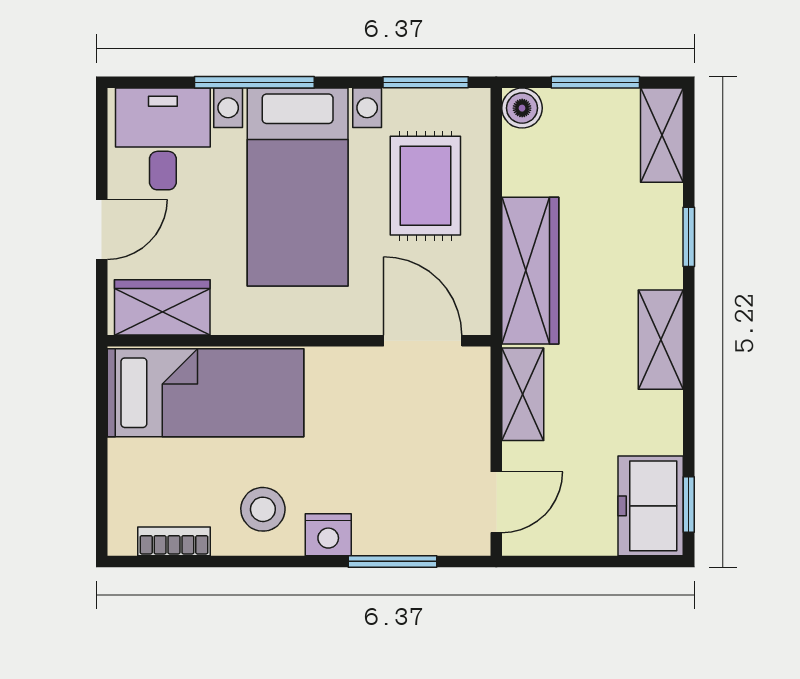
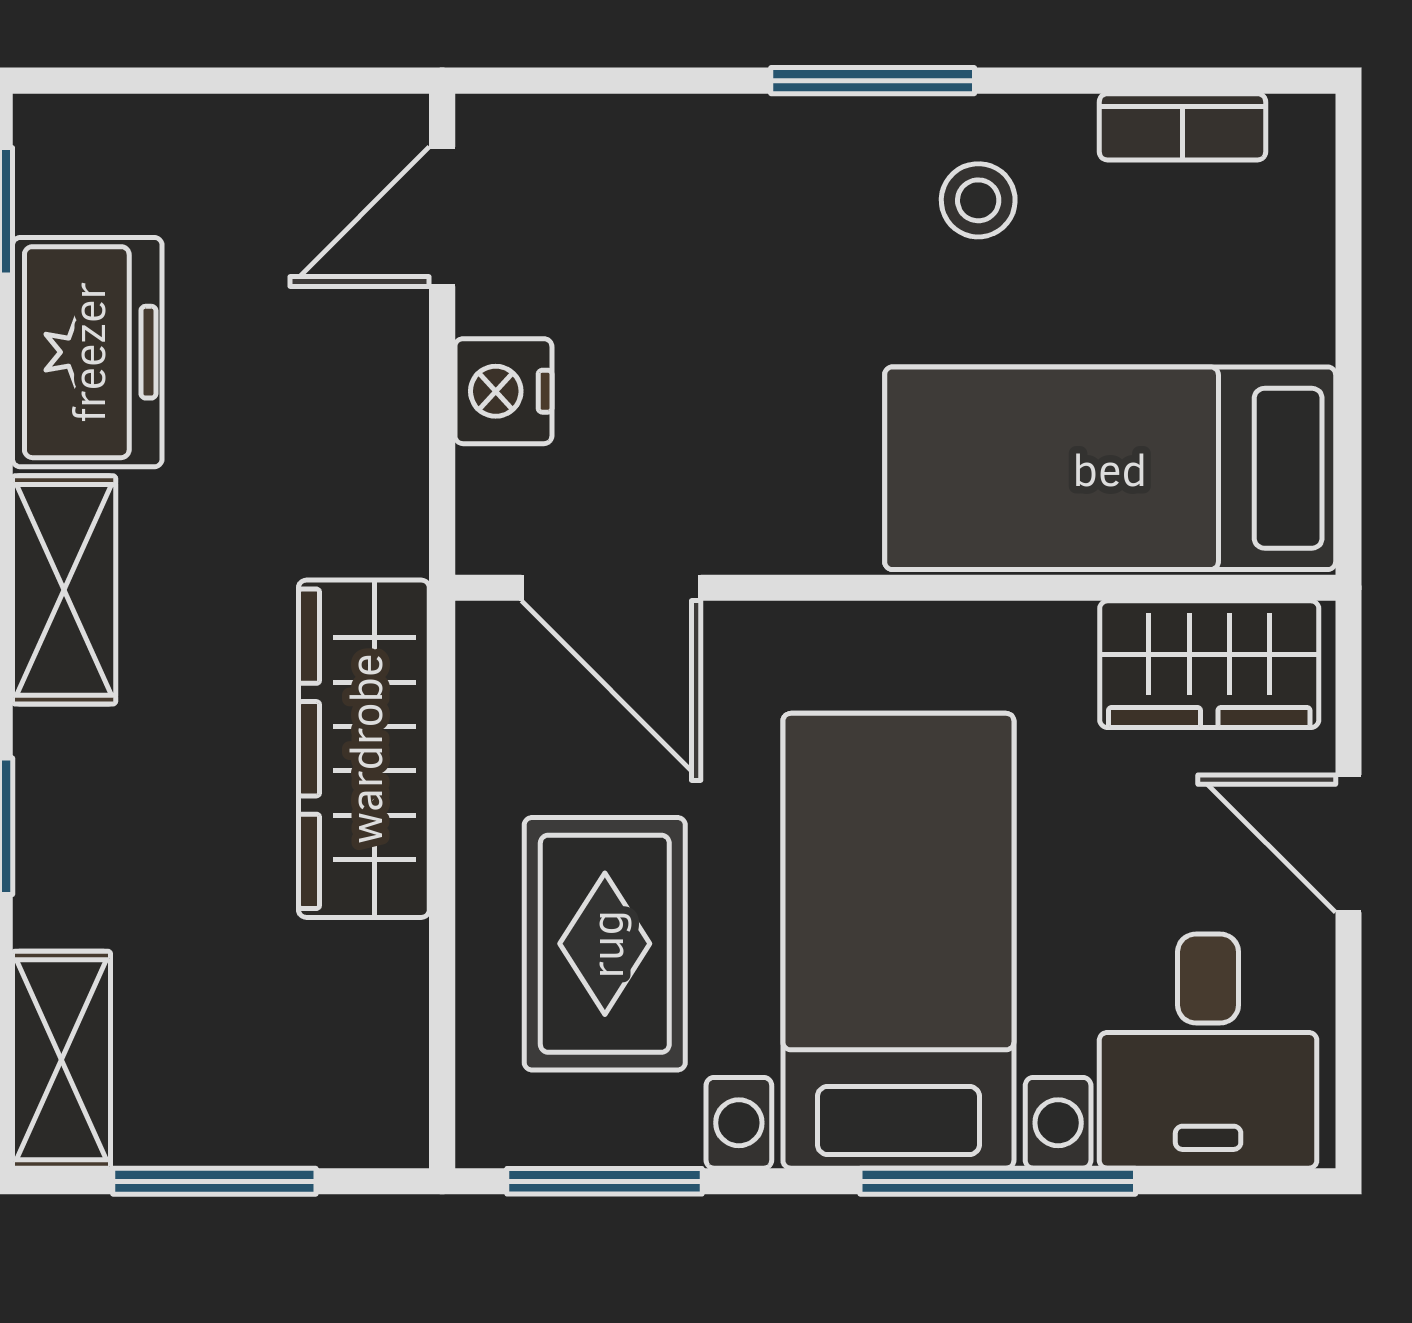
boiler: (522, 108) -> (383, 1122), removed
door: (102, 229) -> (1348, 844), hinge flipped
shelving: (523, 394) -> (381, 465), removed
freezer: (651, 506) -> (87, 352), moved
stool: (263, 509) -> (978, 200), width x0.73, depth x0.73
nightstand: (328, 535) -> (503, 391), moved, turned -90
window: (393, 561) -> (873, 81), moved

